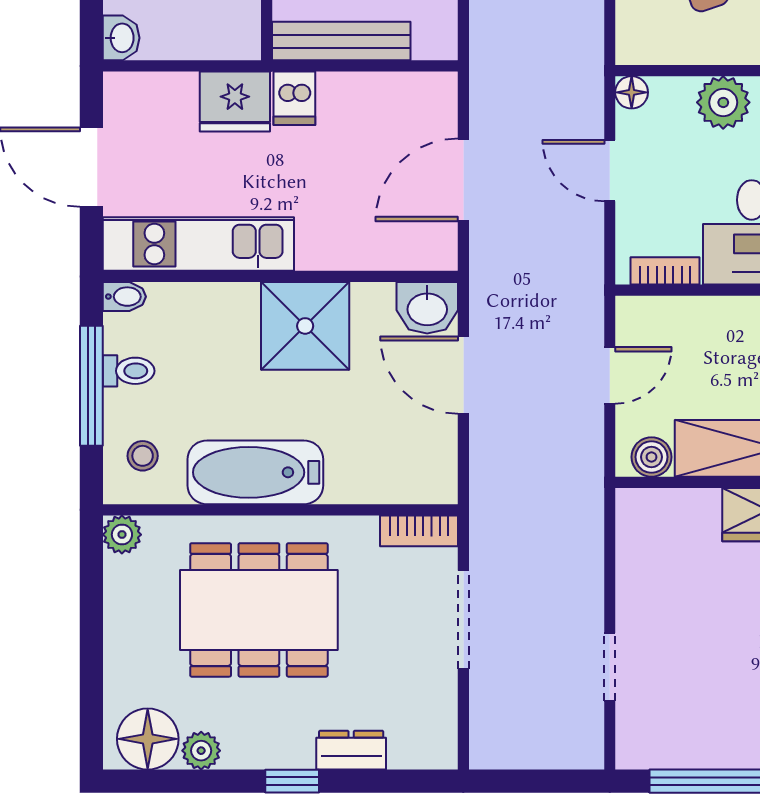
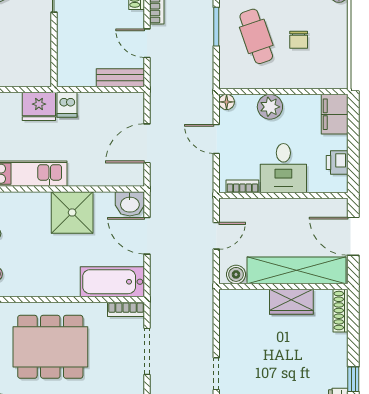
bench: (341, 41) -> (120, 78), moved, width x0.73
bathtub: (255, 472) -> (112, 282), moved

